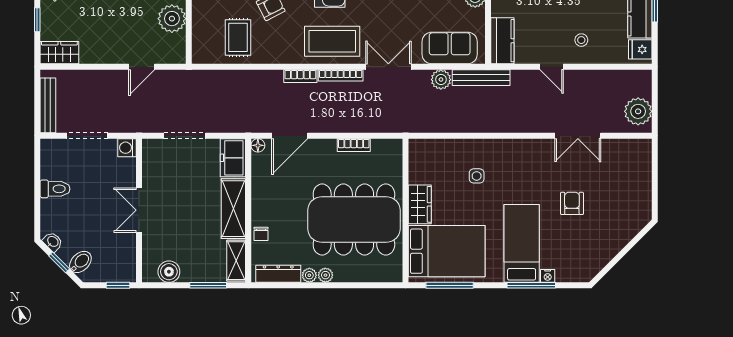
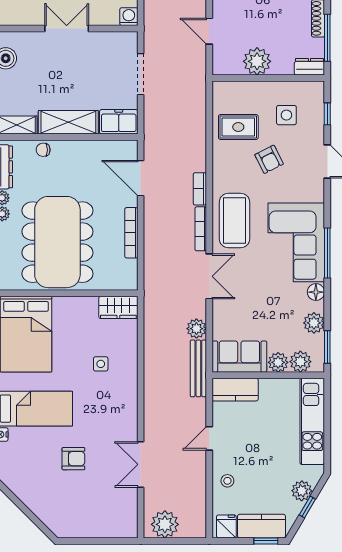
stool: (581, 40) -> (227, 481), moved
sofa: (450, 48) -> (239, 357), moved, turned -90
floor lamp: (258, 145) -> (131, 147), removed
bookcase: (354, 145) -> (131, 233), width x1.56
wardrobe: (420, 204) -> (118, 307), moved

